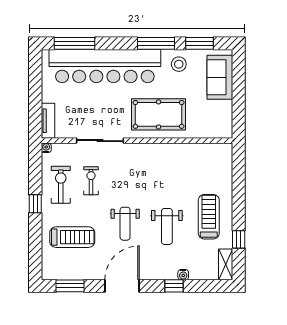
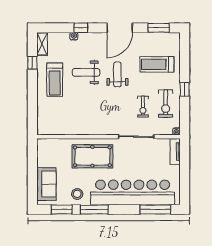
weight bench: (167, 226) -> (86, 72), turned -90

